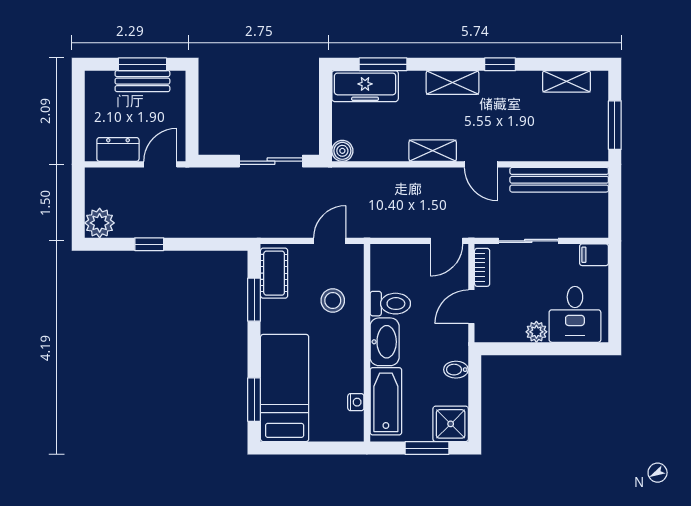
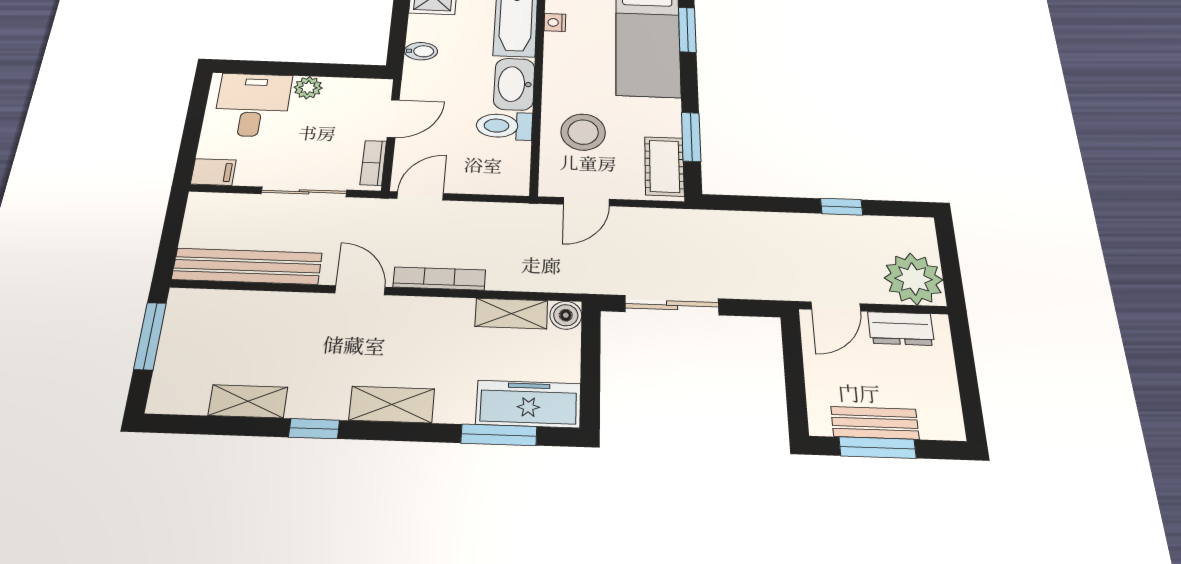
shelving: (567, 81) -> (248, 401), moved
shelving: (433, 151) -> (511, 314), moved
bookcase: (429, 175) -> (439, 279), added
plant: (100, 223) -> (914, 279), moved, width x1.36, depth x1.36
stool: (333, 301) -> (583, 132), width x1.38, depth x1.38

